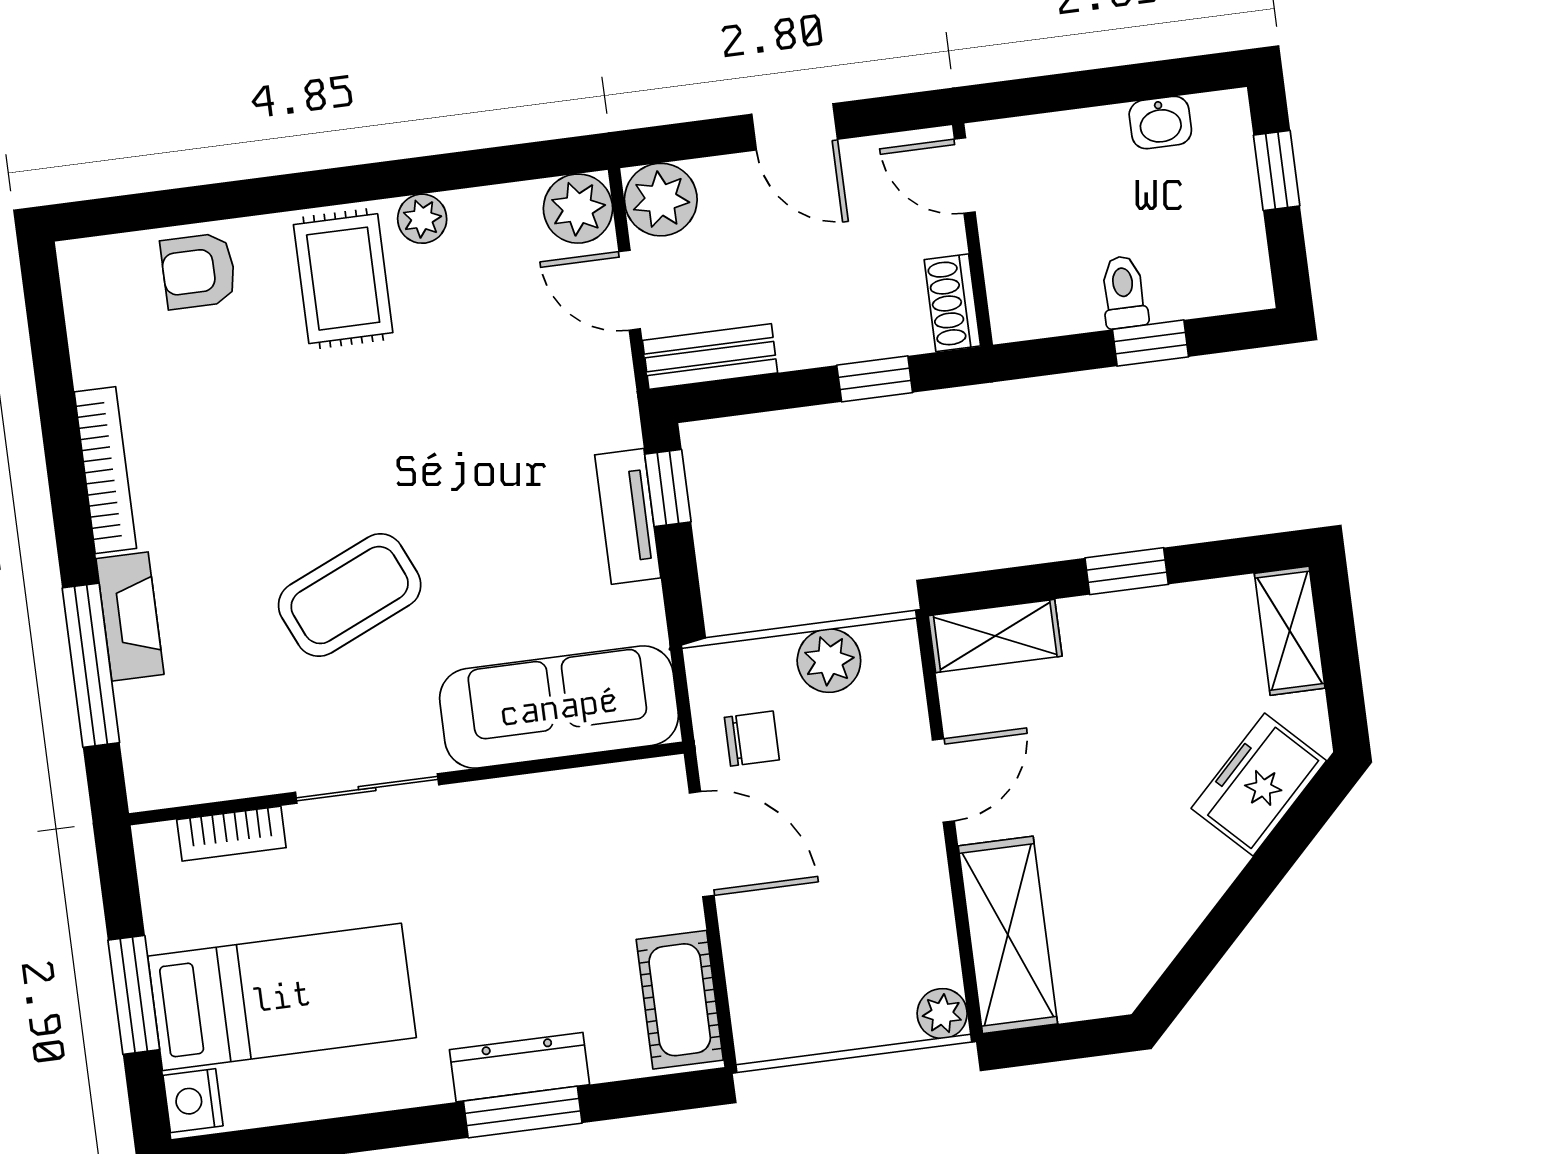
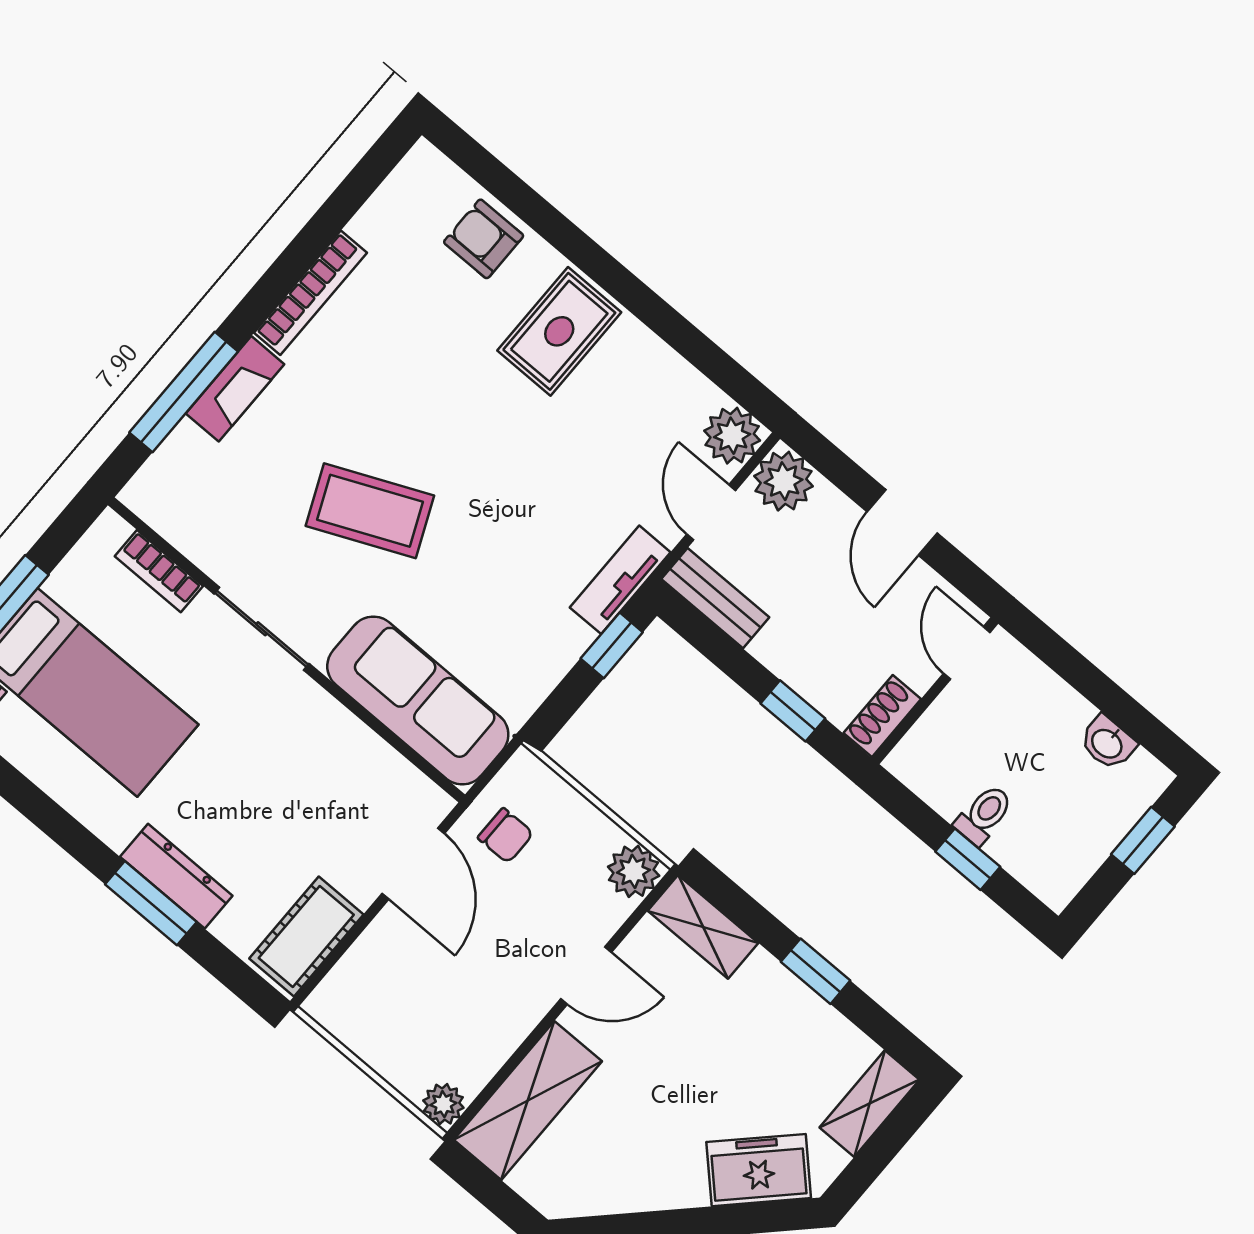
plant: (422, 219) -> (640, 346), removed
tv unit: (628, 516) -> (620, 580), moved
plant: (829, 661) -> (634, 871), moved

